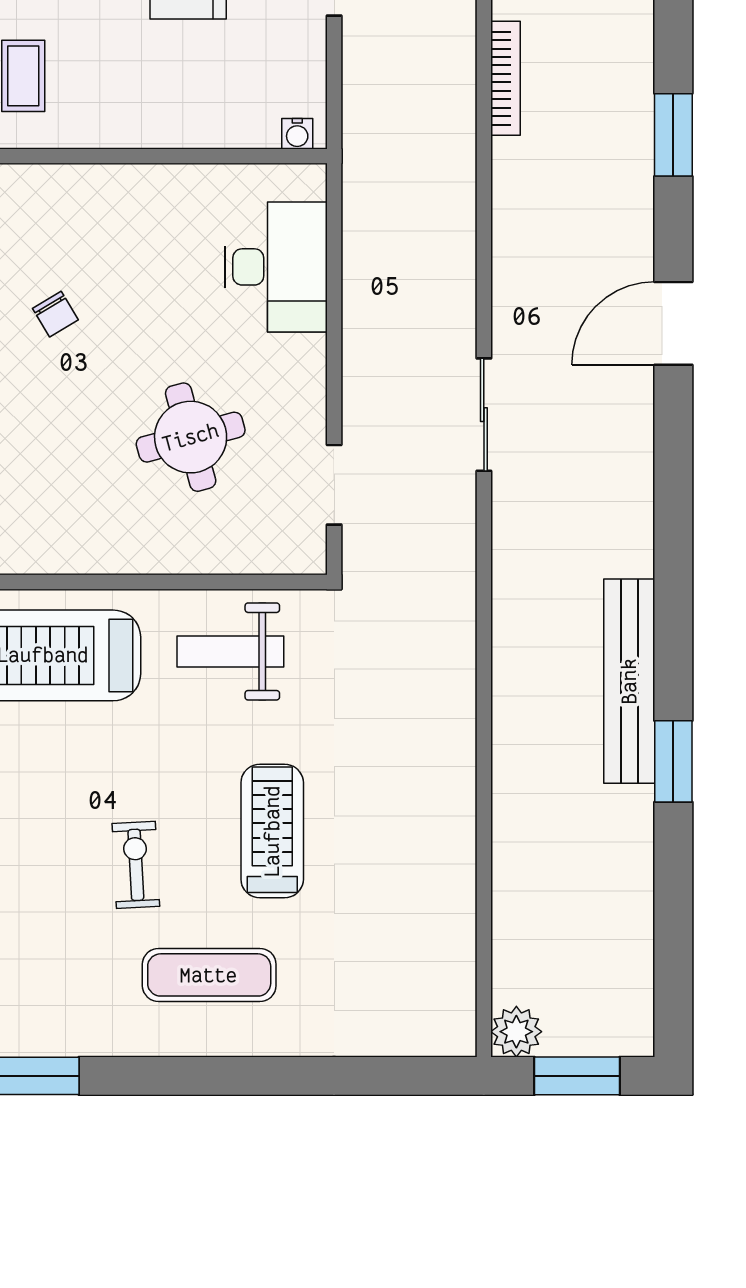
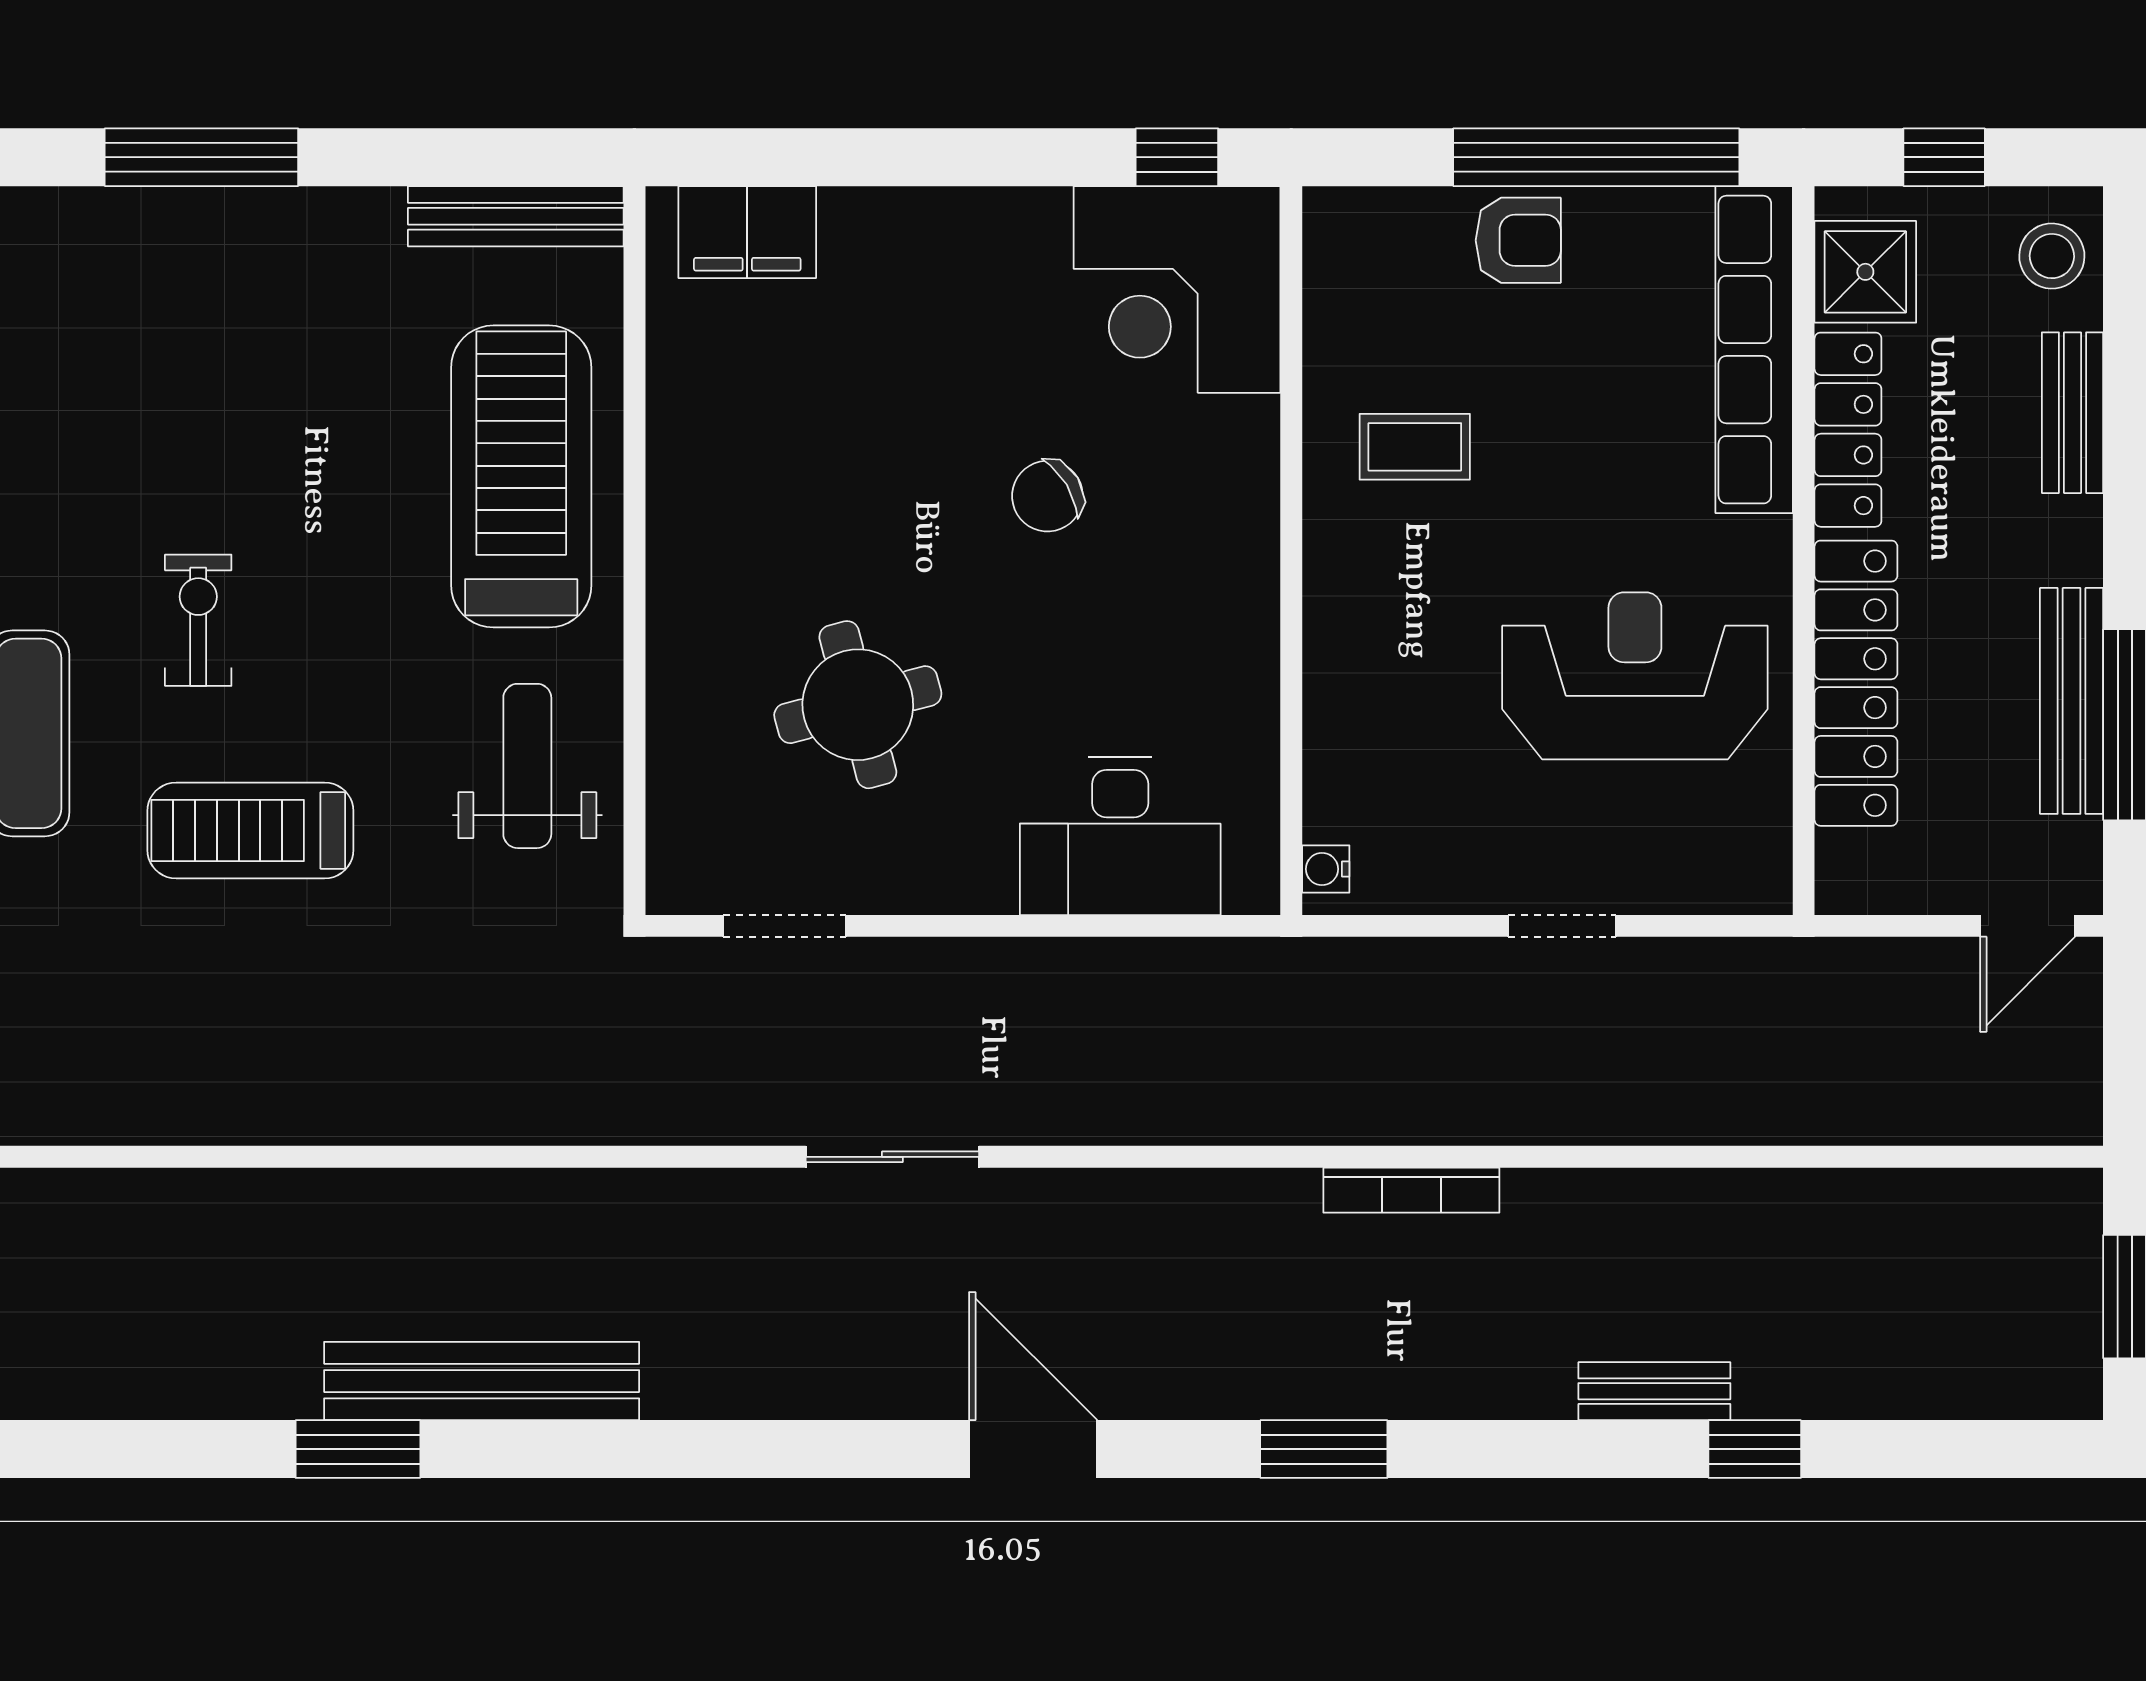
chair: (55, 314) -> (1047, 496), width x1.37, depth x1.37
treadmill: (272, 831) -> (250, 830), turned 180
exercise bike: (136, 865) -> (198, 620), turned -87

